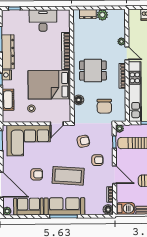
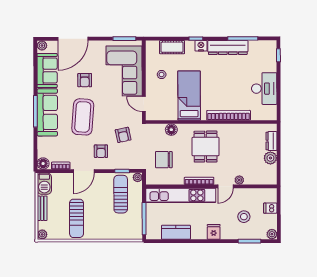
bed: (49, 85) -> (189, 96), width x0.67

